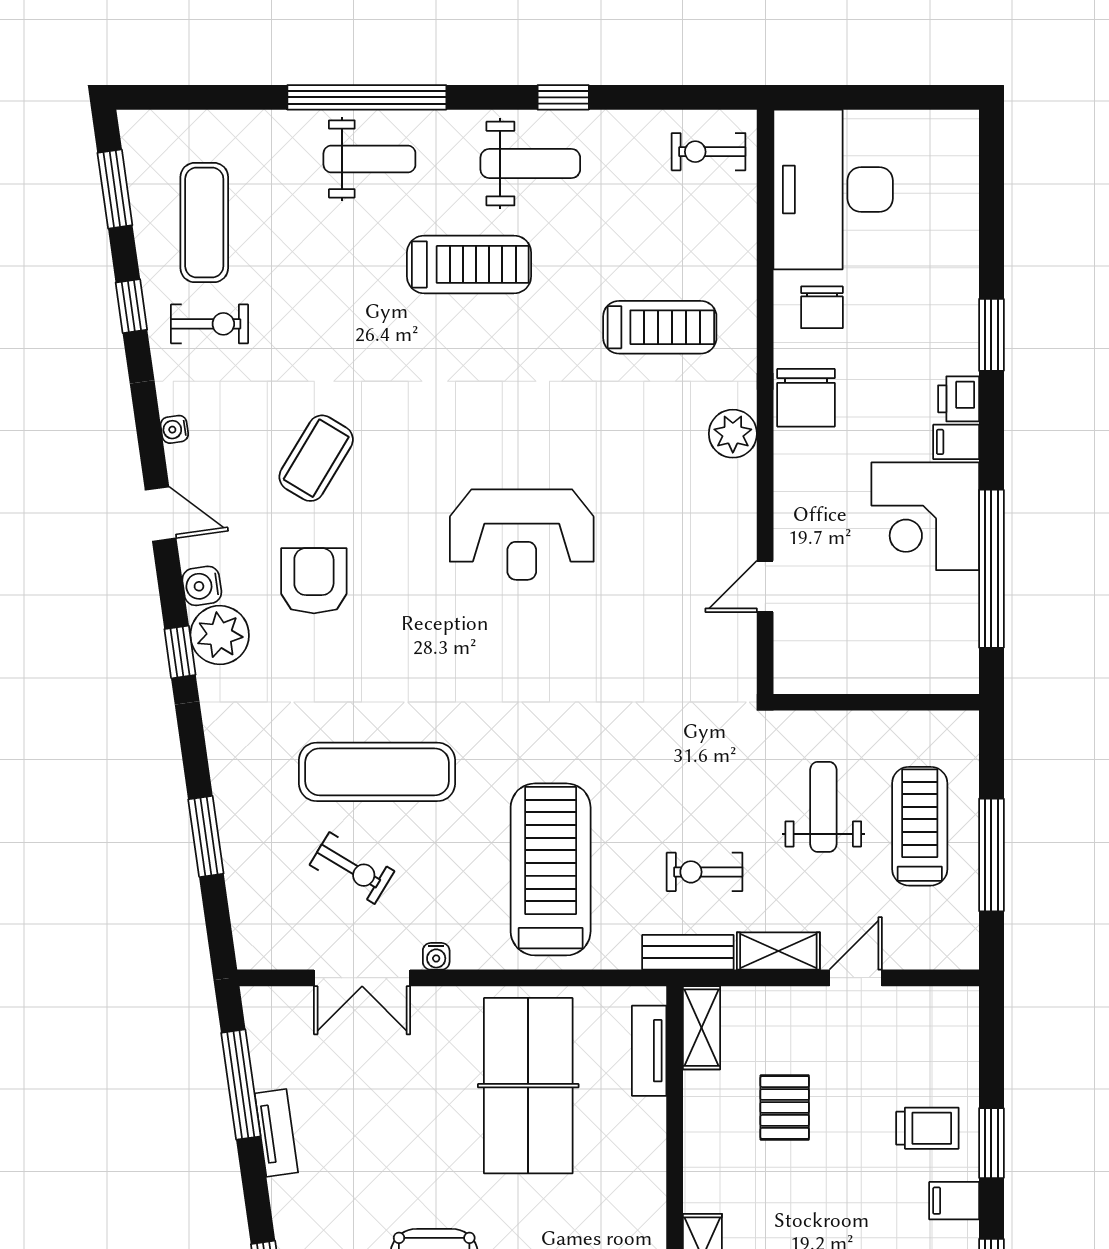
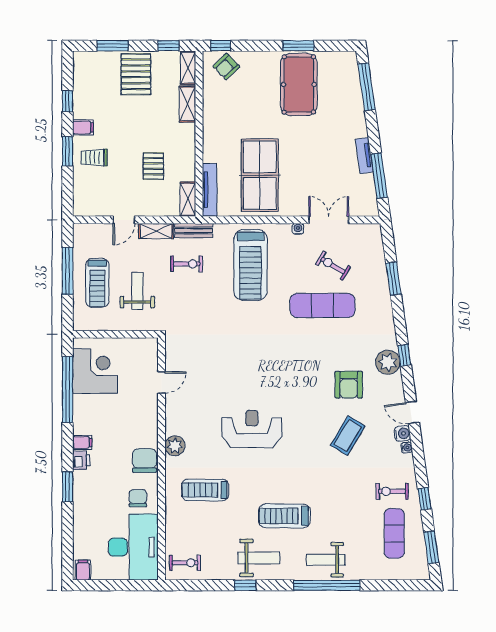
filing cabinet: (954, 134) -> (83, 570), added
weight bench: (530, 164) -> (259, 558), turned 180
corner desk: (925, 516) -> (95, 371), moved
reception desk: (522, 535) -> (252, 429), moved
water cooler: (202, 586) -> (402, 434), moved
weight bench: (823, 807) -> (137, 291), turned 180
tv unit: (649, 1051) -> (210, 190), width x1.41

